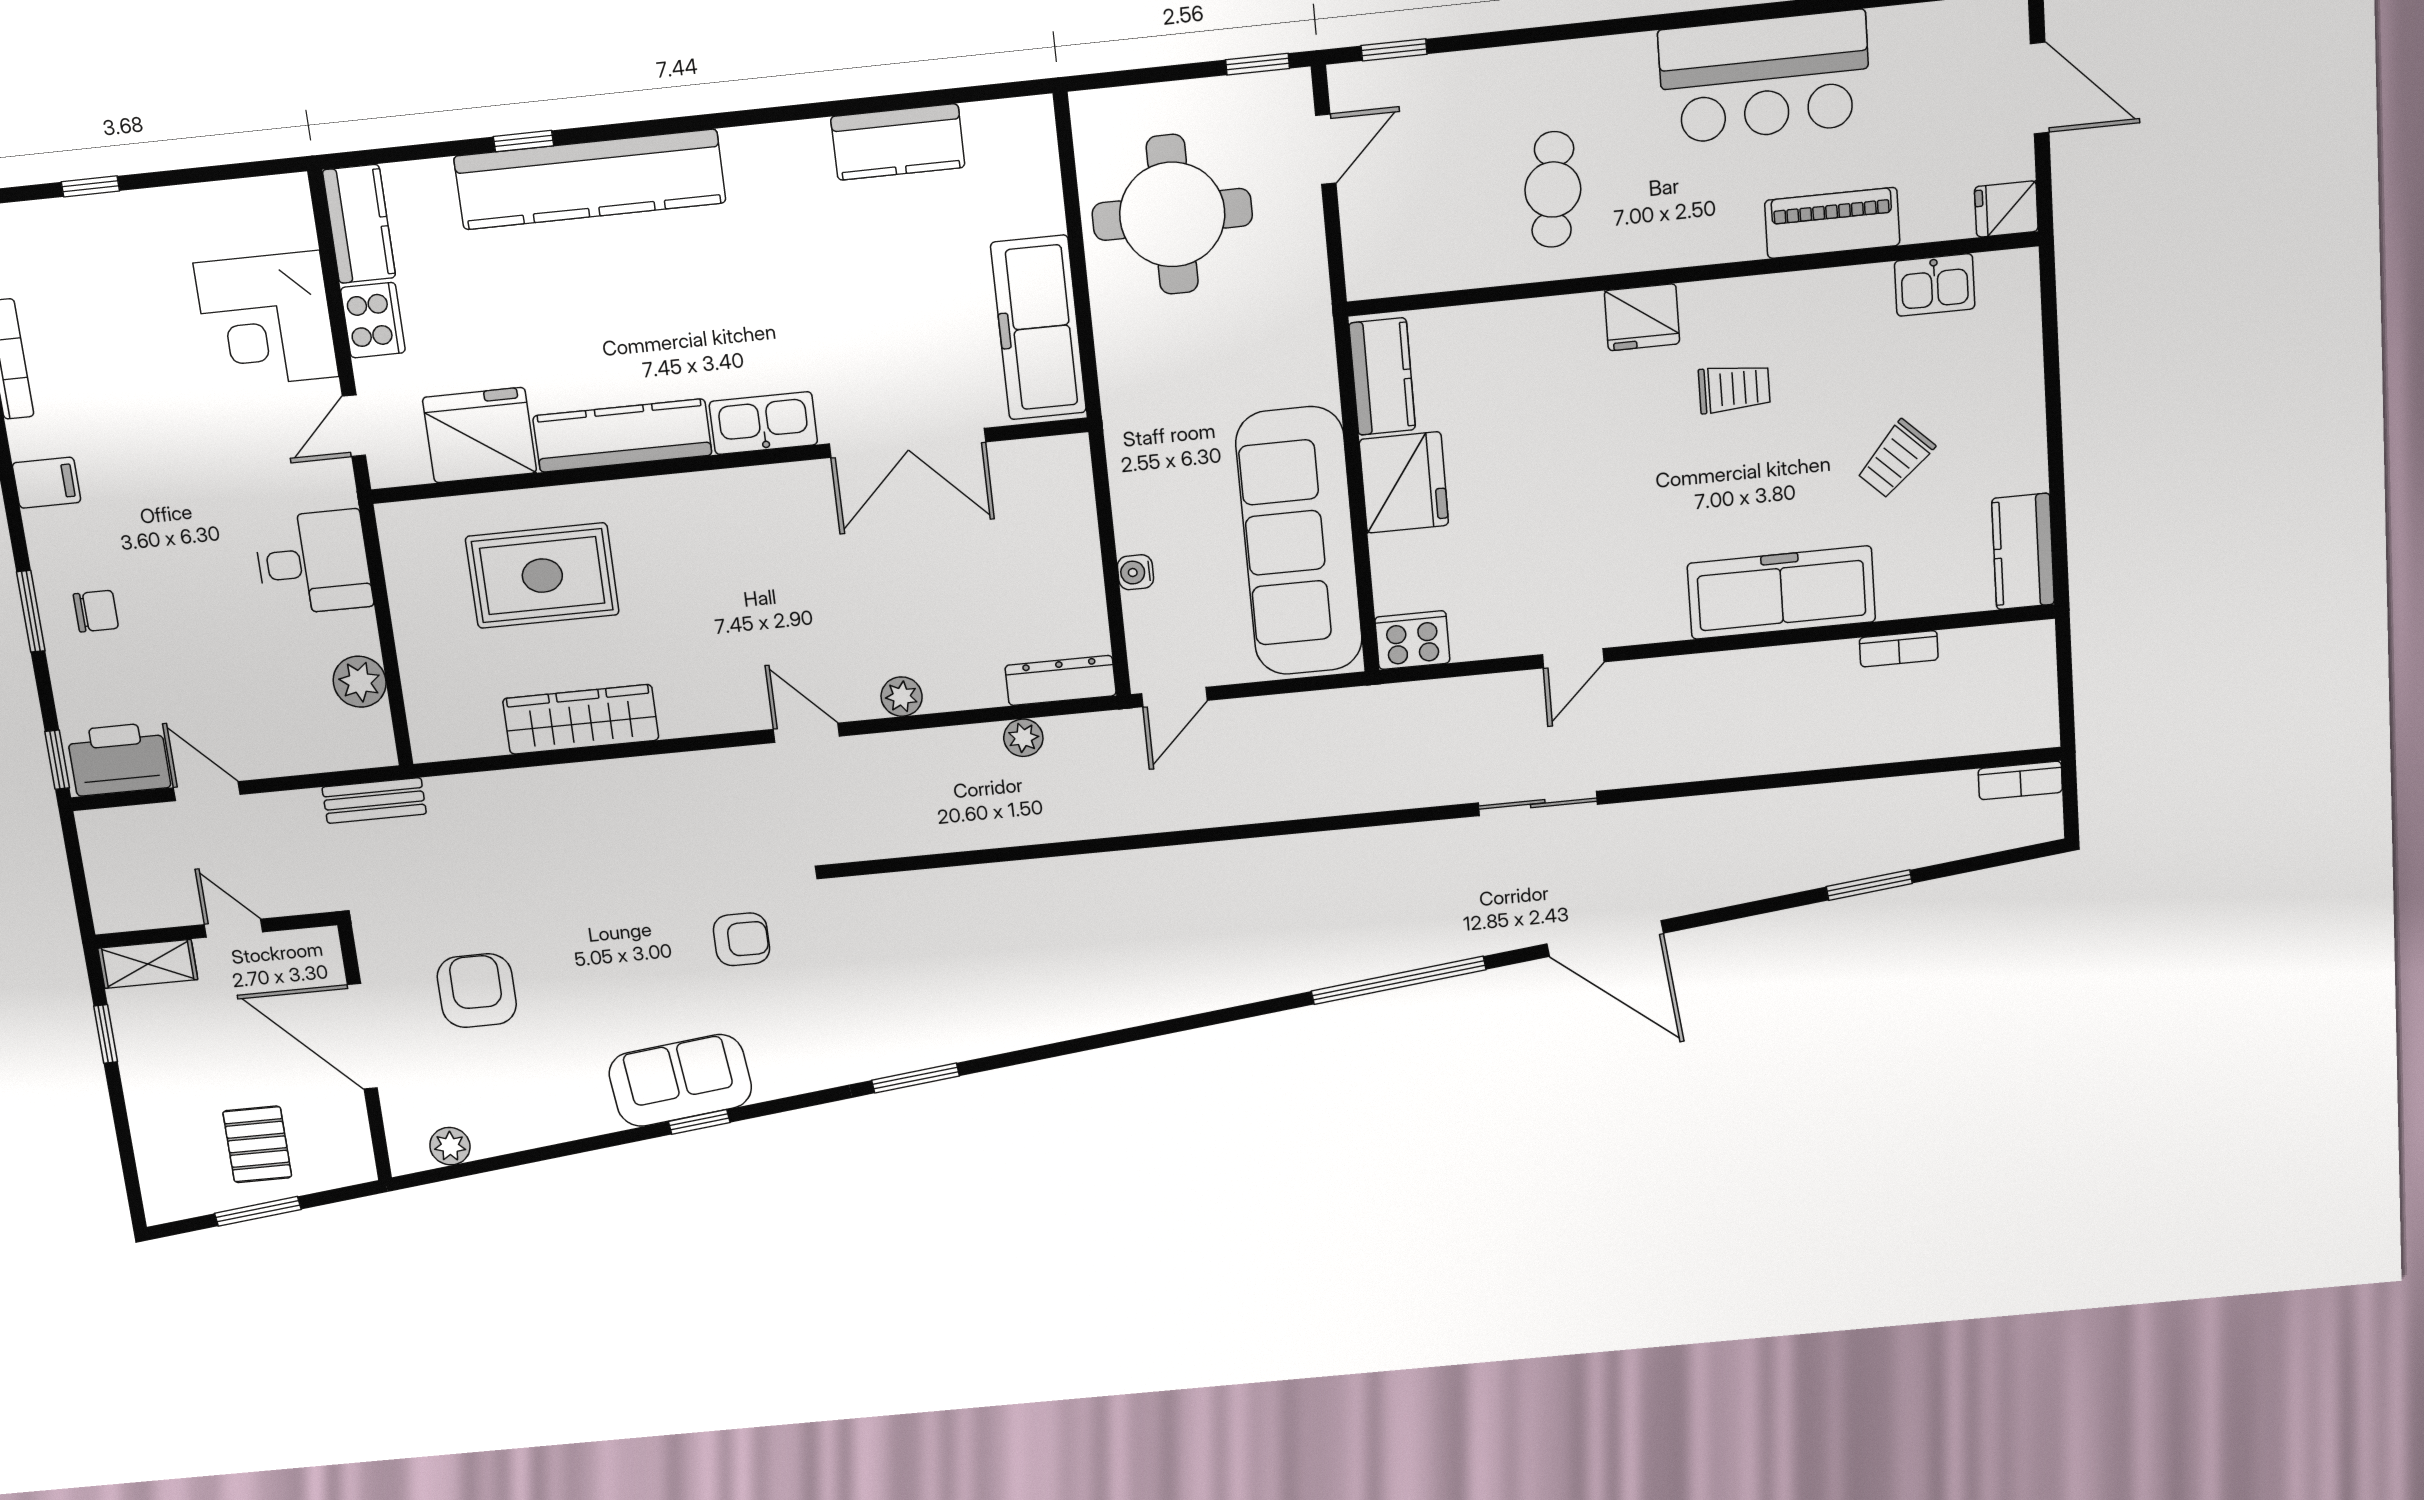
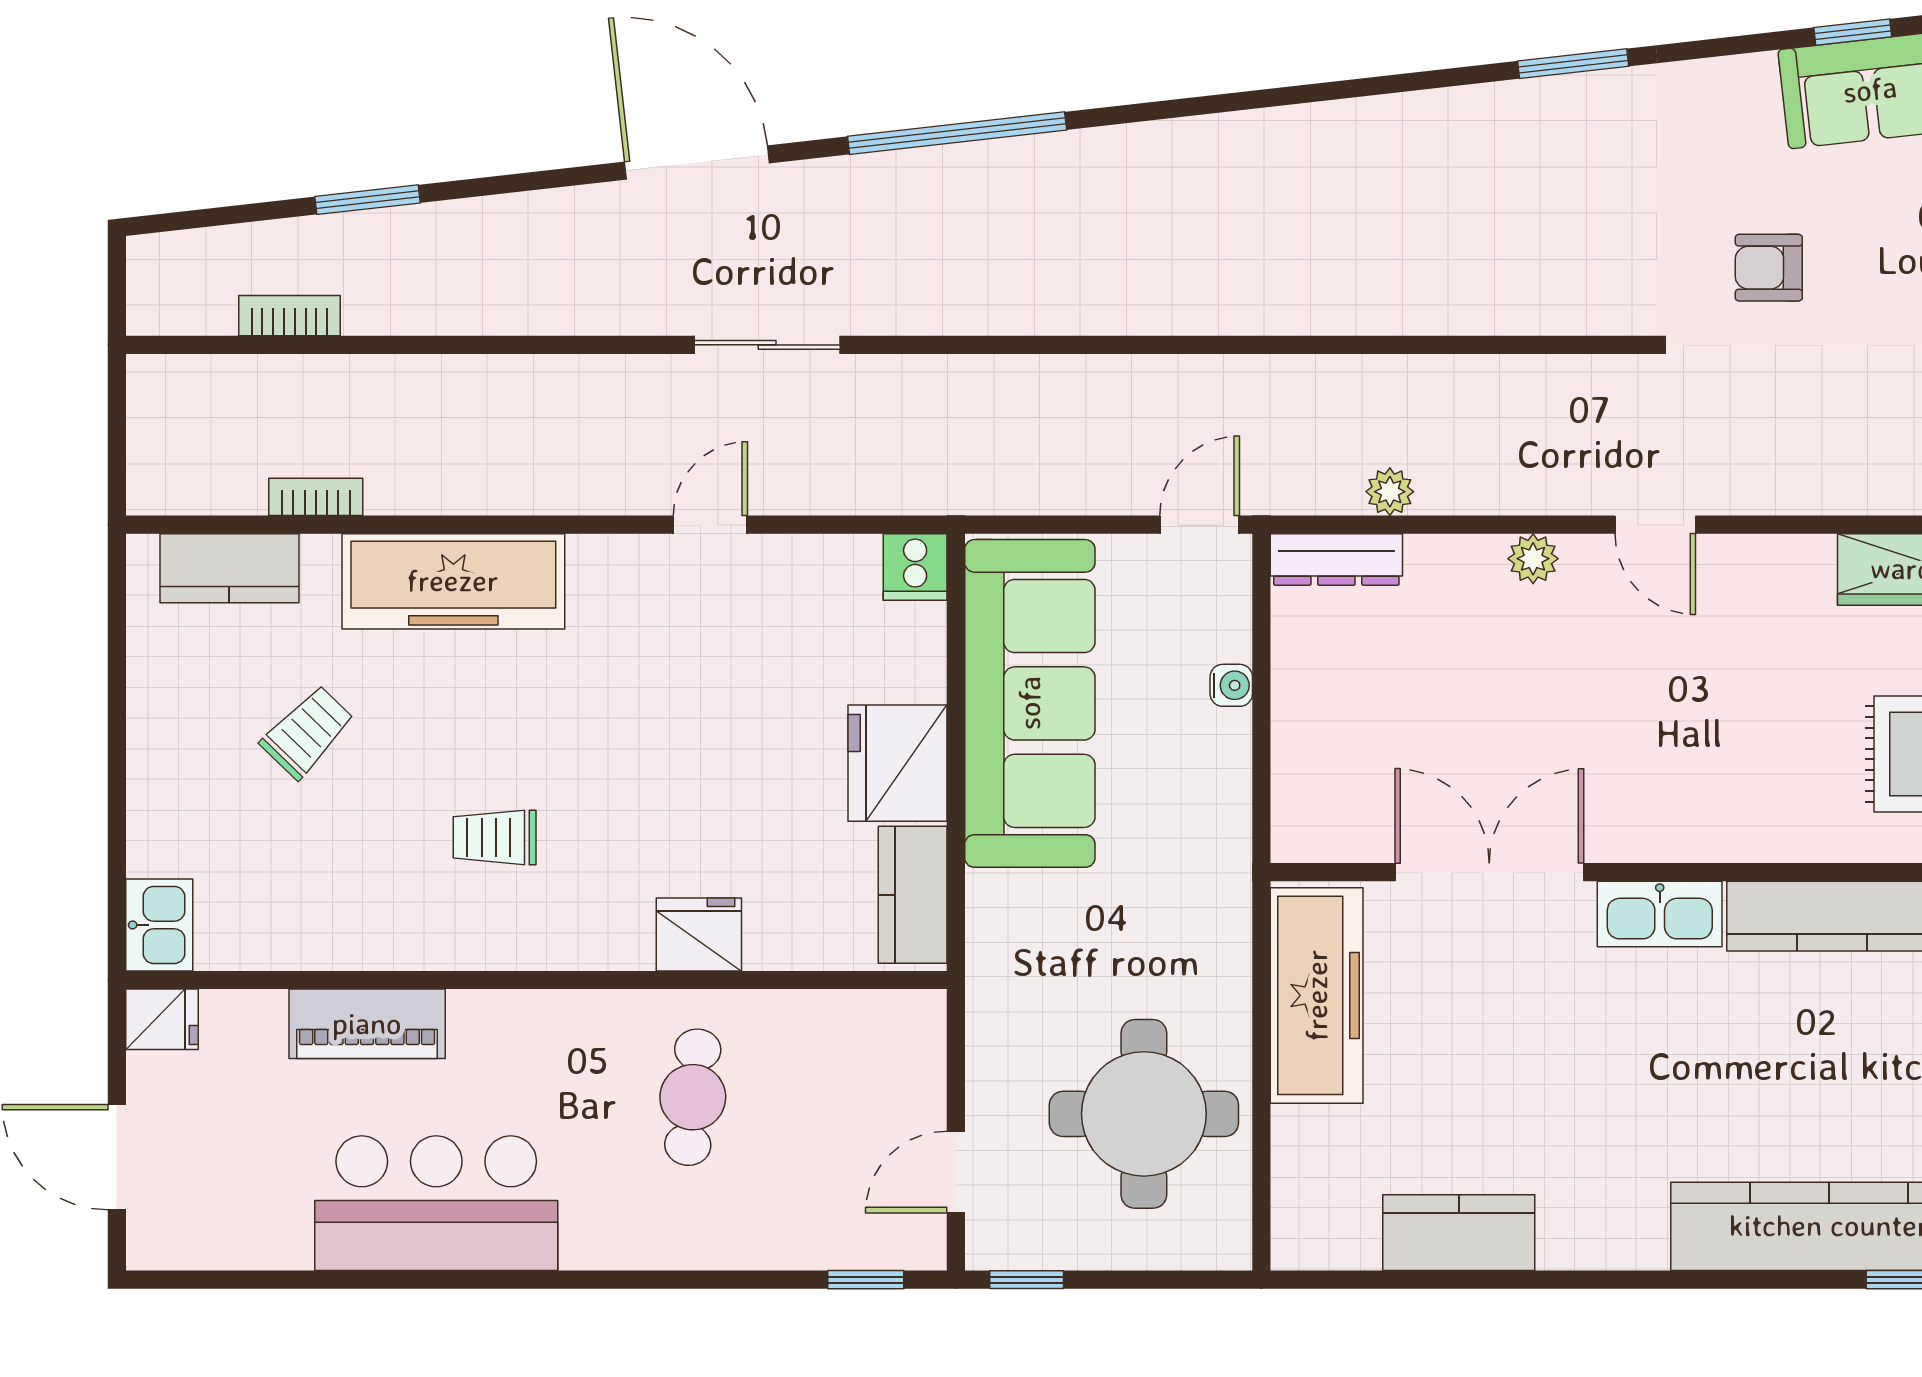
kitchen sink: (1935, 285) -> (159, 925), moved, turned 90
fridge: (1642, 317) -> (699, 934), moved
kitchen counter: (2023, 551) -> (229, 568), moved, turned 90
cooker: (1412, 640) -> (915, 567), width x0.73
bookcase: (2020, 780) -> (289, 316), moved

